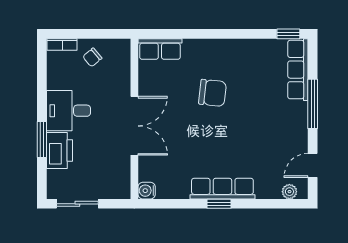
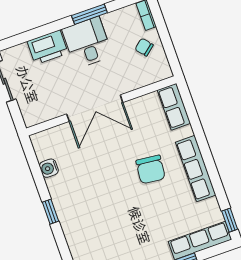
window: (42, 139) -> (89, 14), moved
row of seats: (222, 189) -> (196, 169), moved, turned 180
water cooler: (147, 191) -> (49, 168), moved, turned -90

